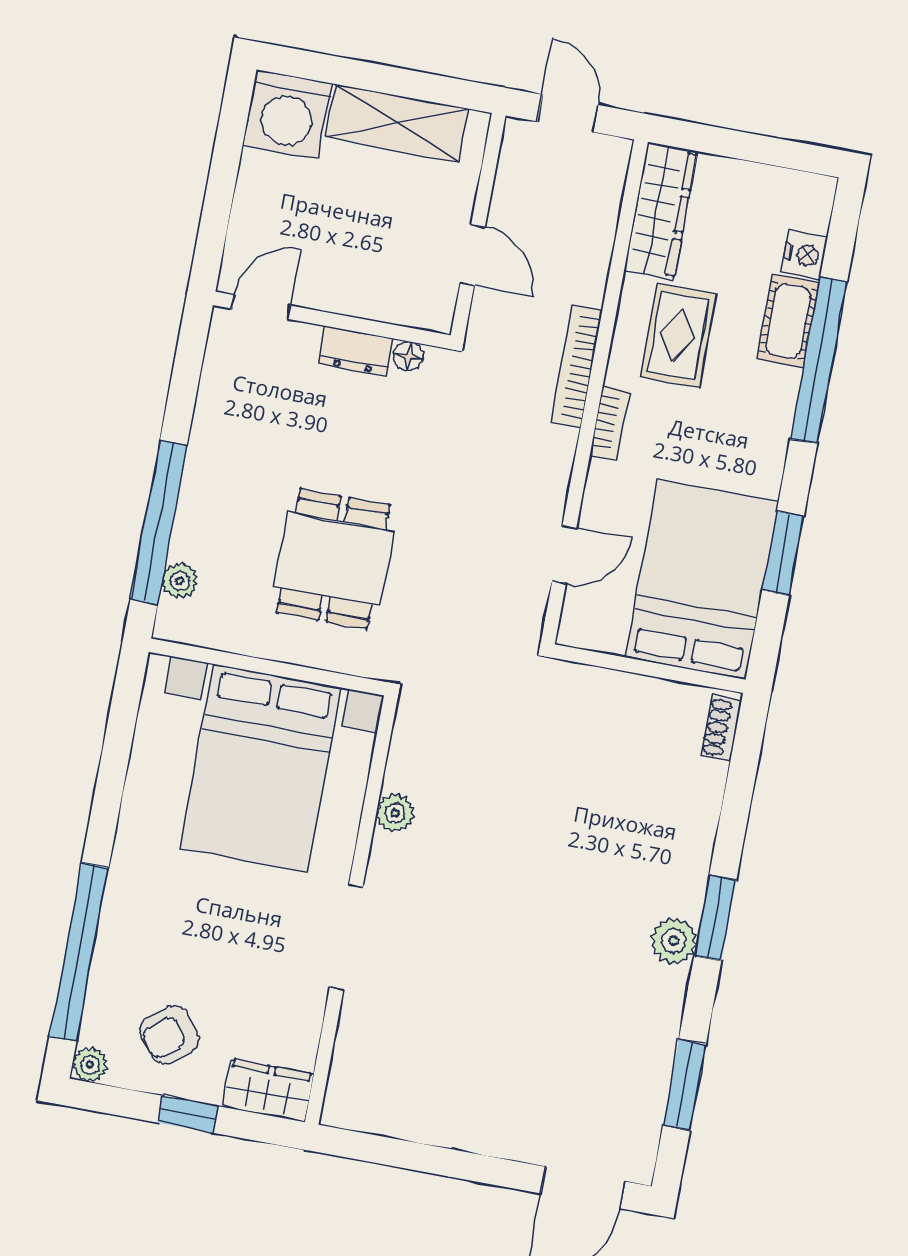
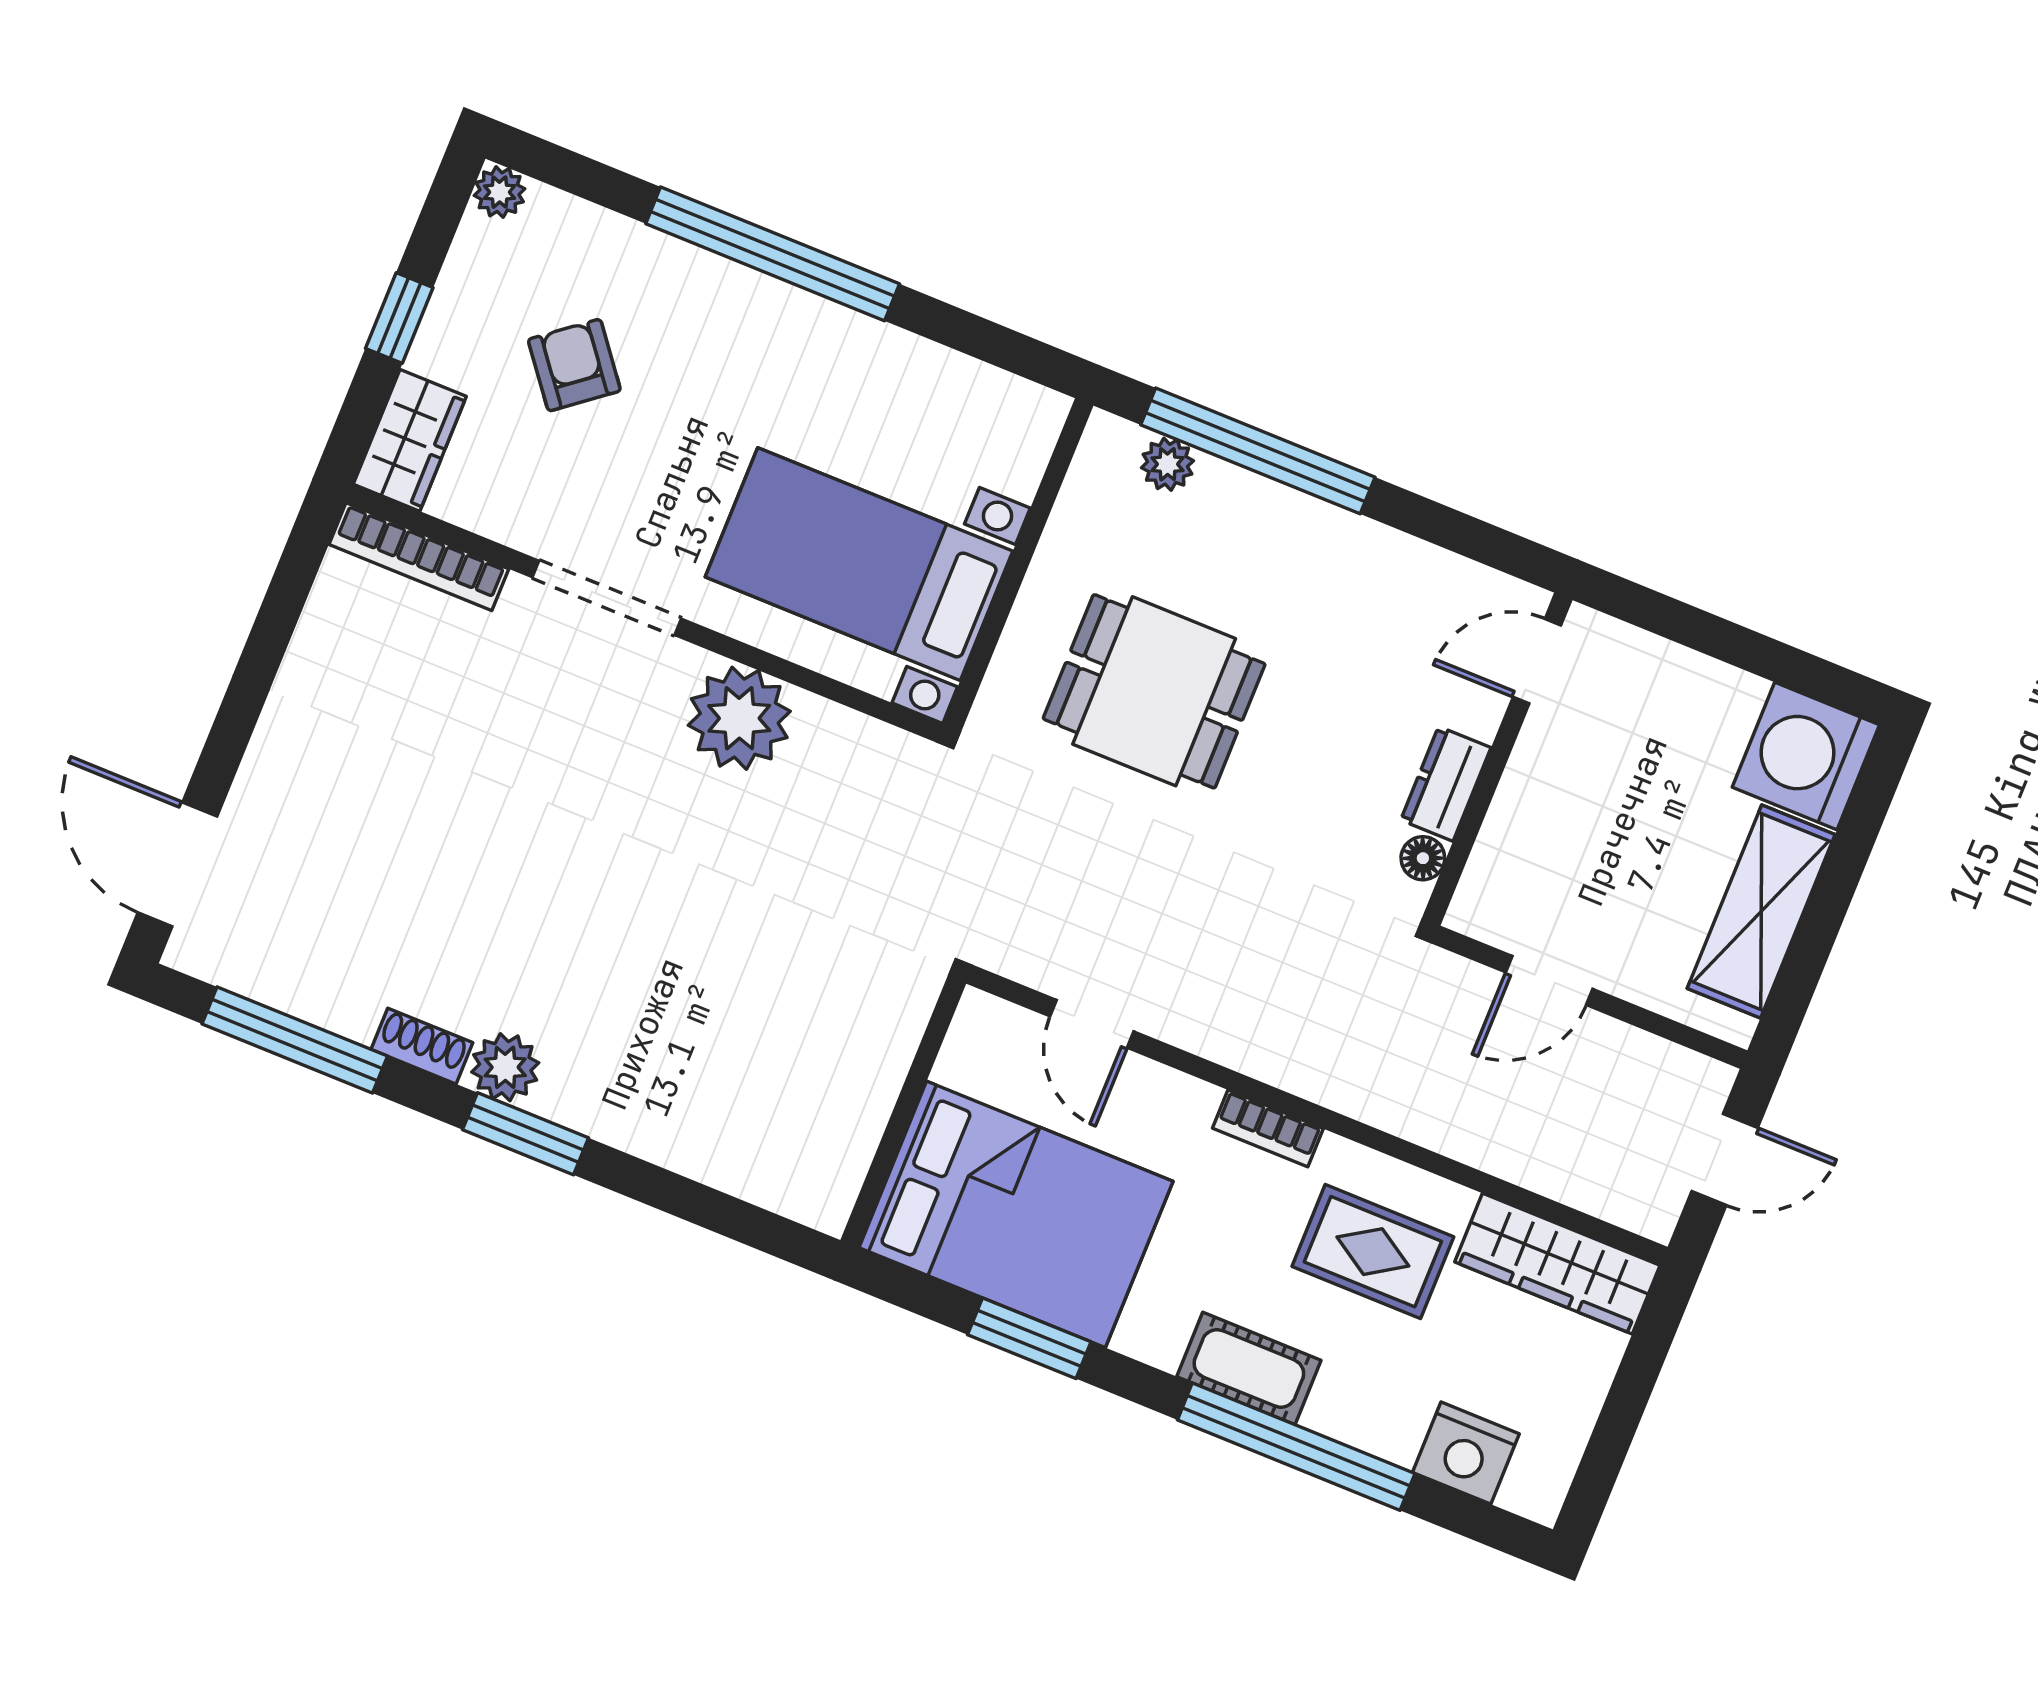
nightstand: (805, 255) -> (1466, 1453), width x1.36, depth x1.33
door: (261, 307) -> (1537, 661), swing flipped
cot: (788, 321) -> (1249, 1368), moved
bookcase: (577, 366) -> (419, 557), moved, turned 180
shoe rack: (721, 728) -> (422, 1046), moved
bed with nightstands: (261, 768) -> (859, 564), width x0.73
plant: (395, 813) -> (739, 718), width x1.88, depth x1.88
window: (79, 952) -> (773, 254), moved
armchair: (169, 1035) -> (574, 365), moved
window: (684, 1085) -> (295, 1040), width x1.44

